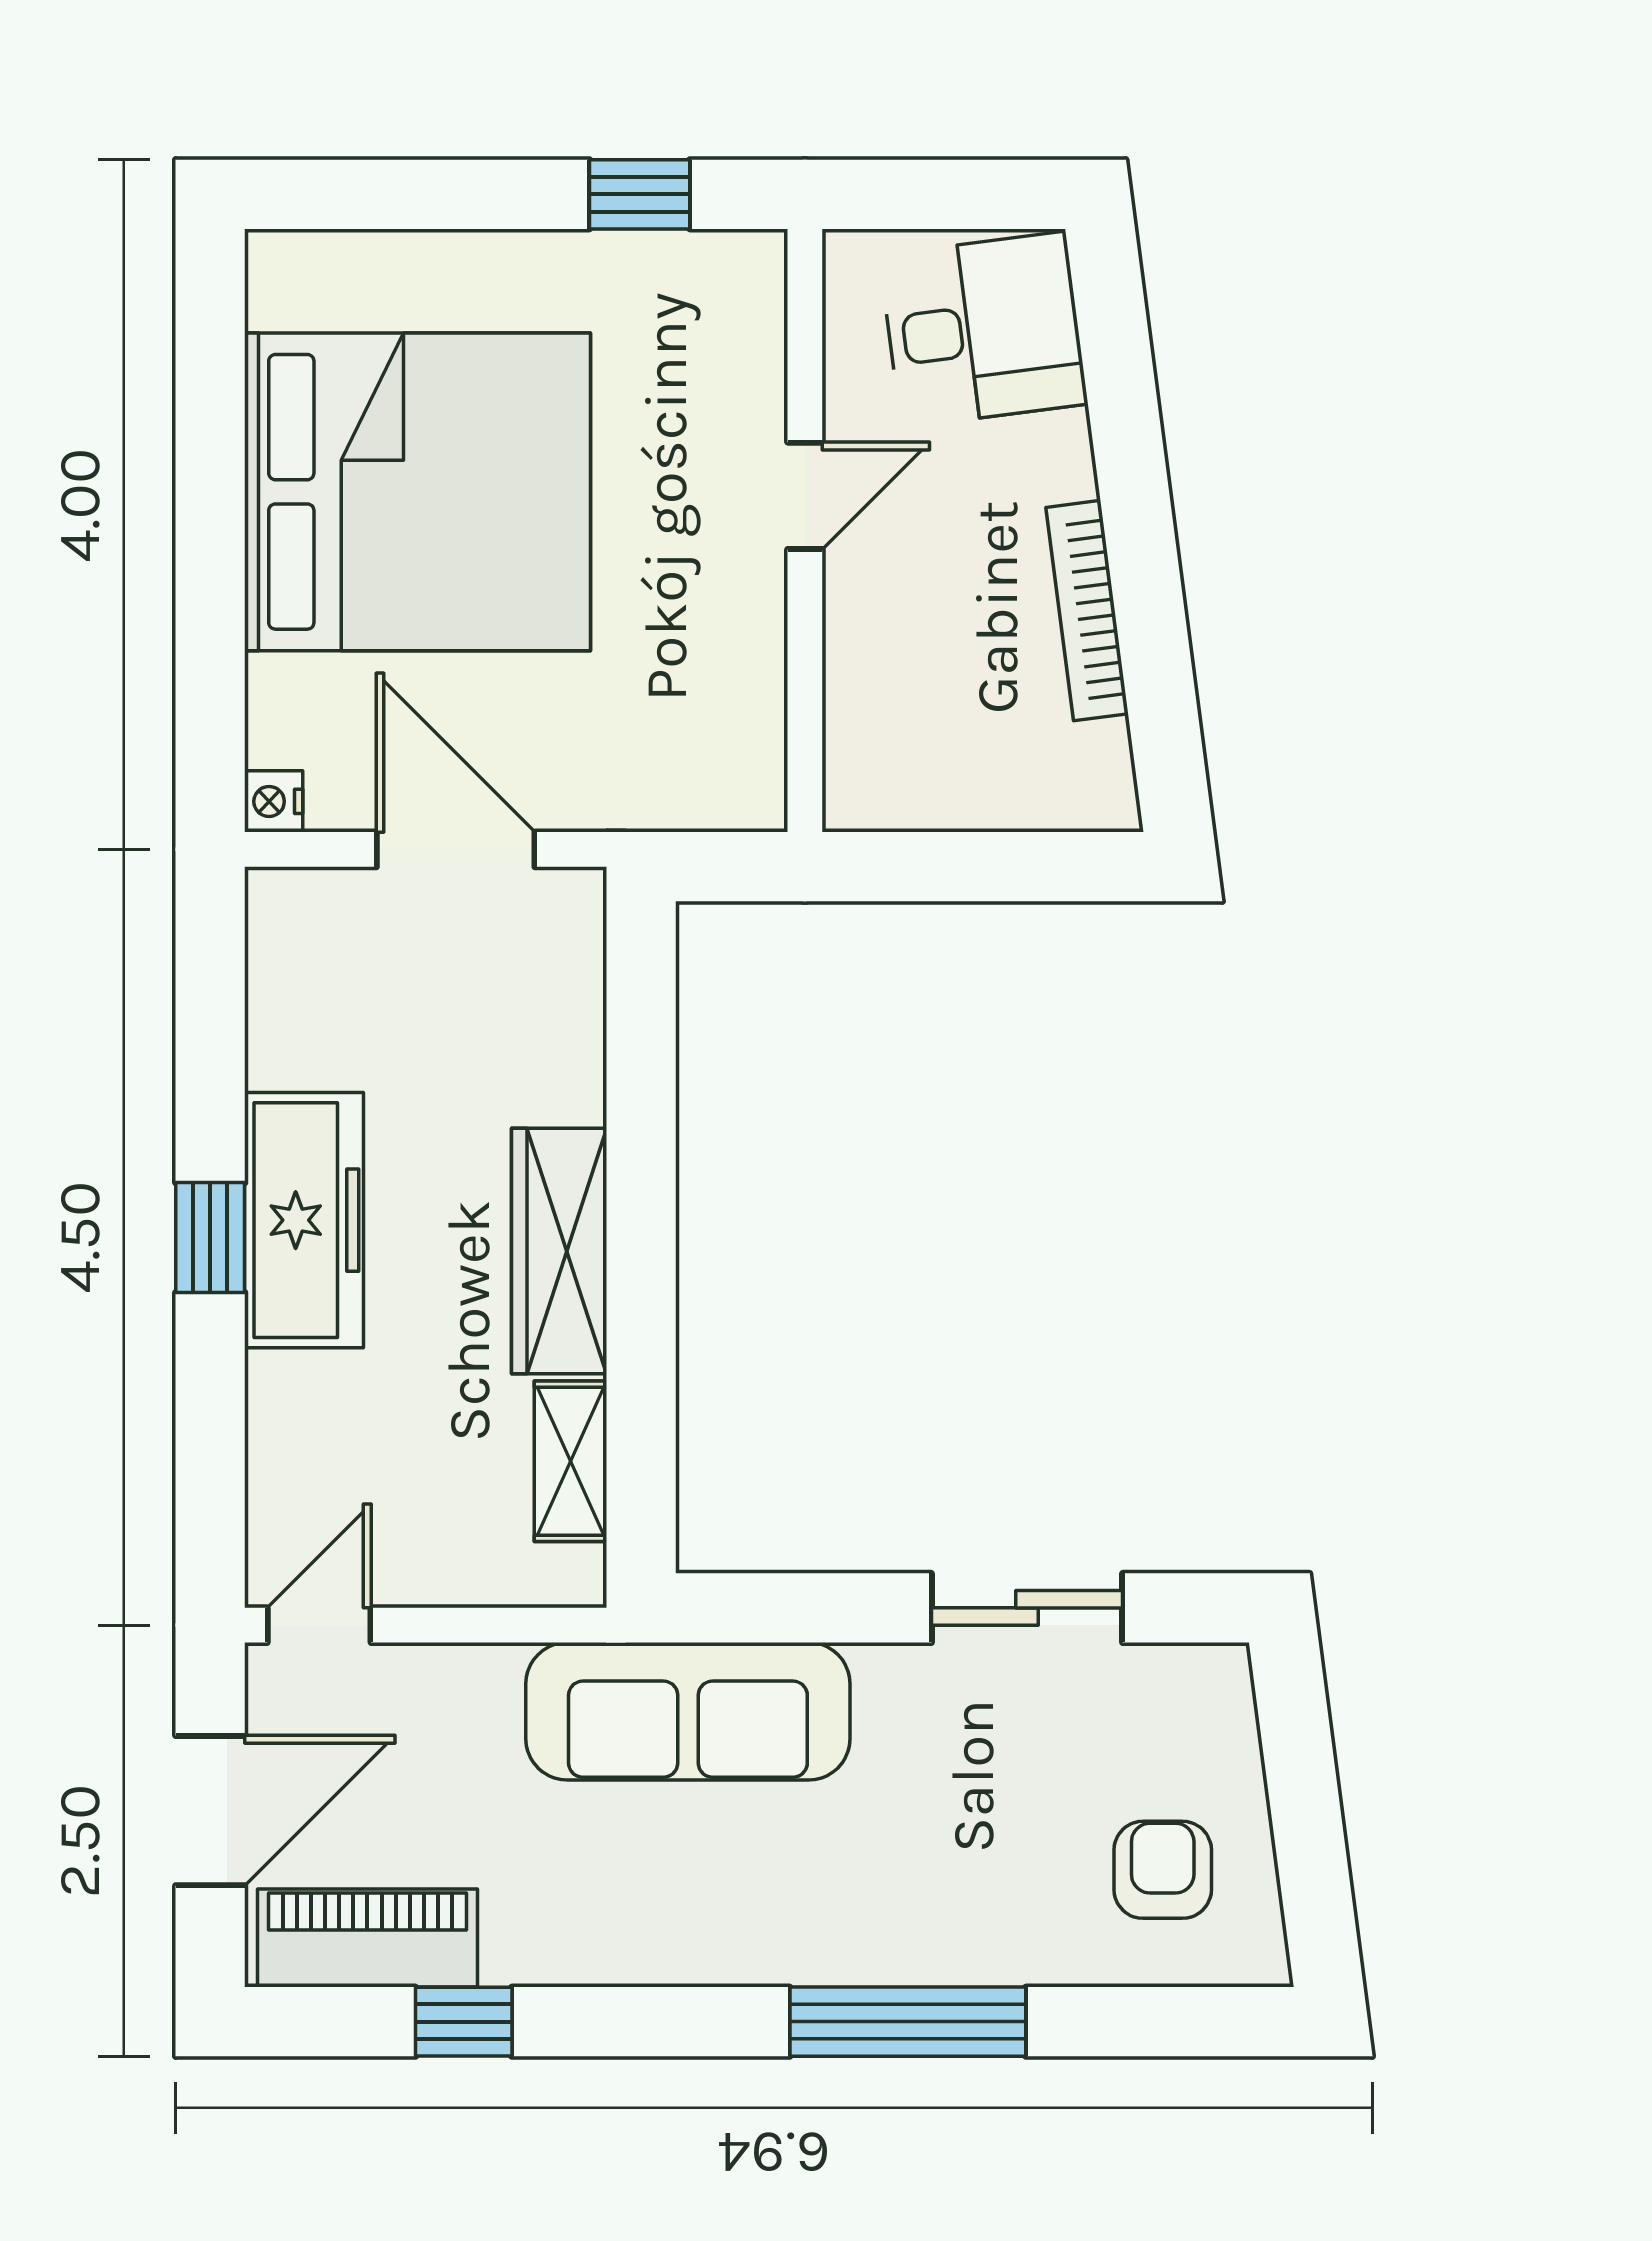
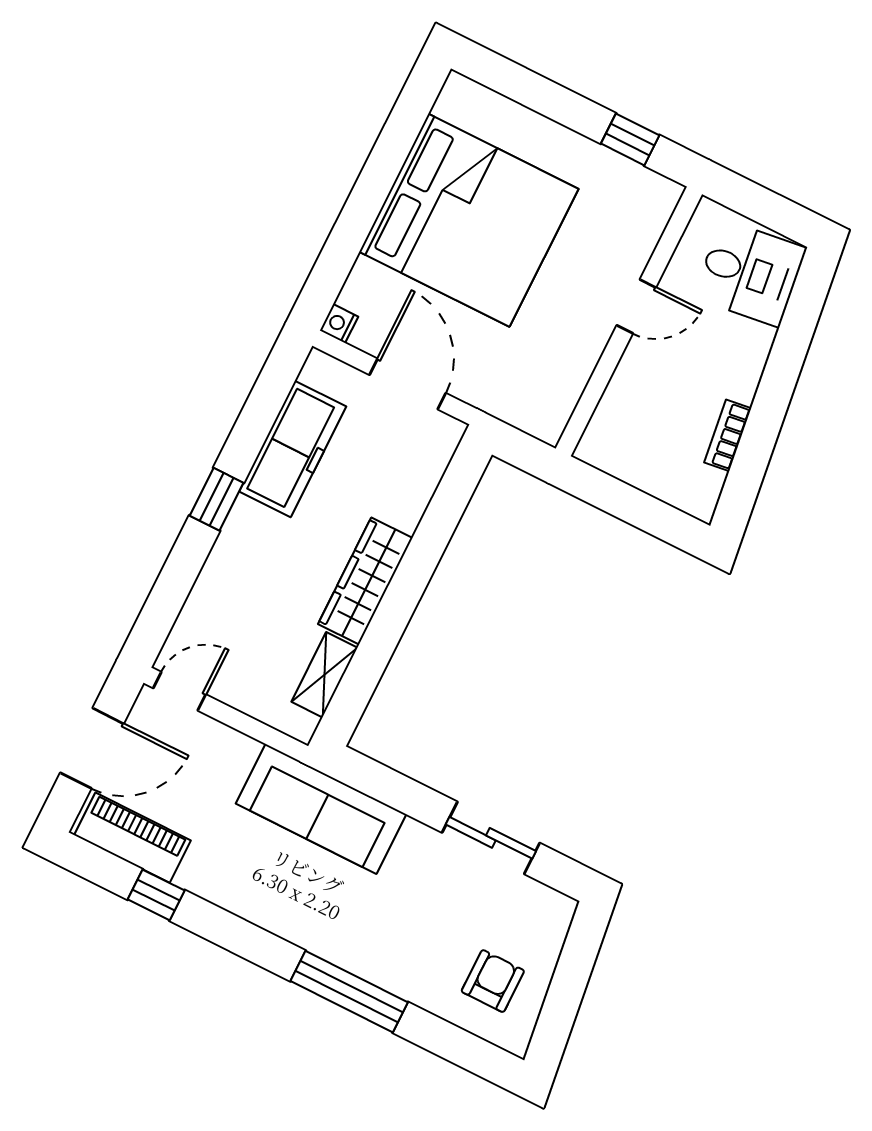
bookcase: (1087, 611) -> (728, 435), width x0.64
freezer: (304, 1220) -> (293, 449), moved

